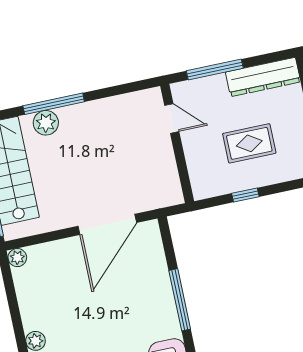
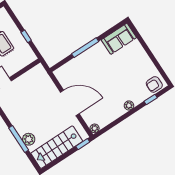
door: (107, 224) -> (70, 103), moved

